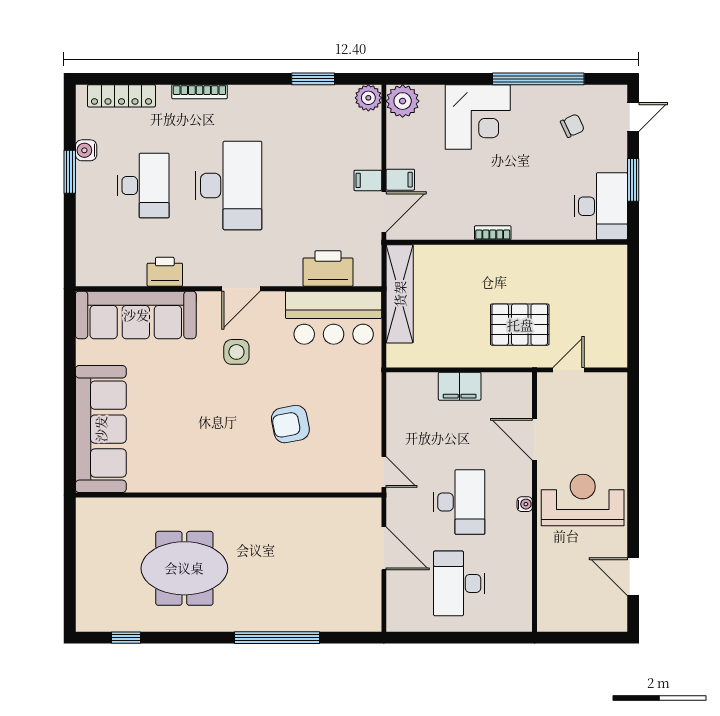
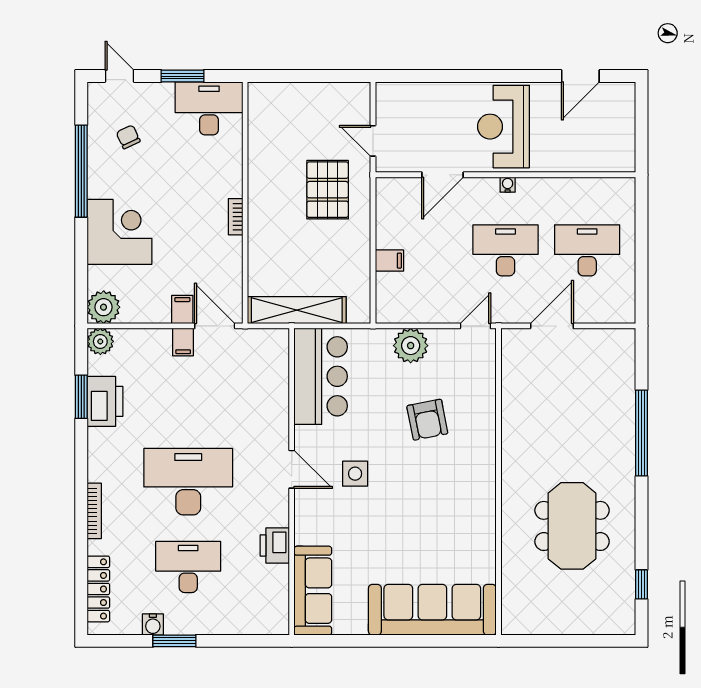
printer: (328, 269) -> (105, 401), moved, turned 180
sofa: (136, 315) -> (313, 591), width x0.74, depth x0.79
filing cabinet: (460, 386) -> (389, 261), width x0.50
plant: (364, 407) -> (411, 346), added
desk: (459, 583) -> (587, 250), turned 180

